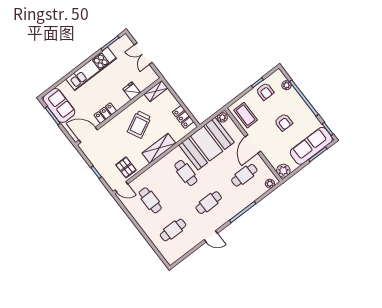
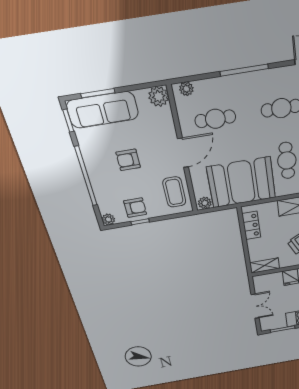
plant: (287, 85) -> (108, 219), moved
armchair: (265, 91) -> (135, 208), turned 90
armchair: (284, 122) -> (128, 160), turned -90

